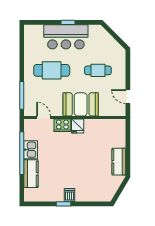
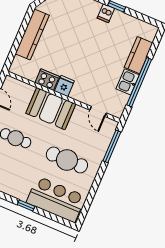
bar counter: (66, 37) -> (56, 199), moved
cooker: (62, 125) -> (47, 80), moved
kitchen counter: (119, 162) -> (32, 35), width x1.50

